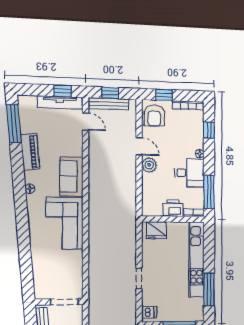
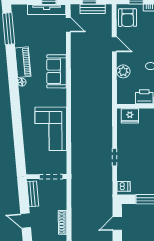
bench: (109, 104) -> (93, 9), width x0.73
piano: (30, 152) -> (23, 62), moved
plant: (149, 165) -> (123, 71), moved
corner sofa: (64, 223) -> (51, 129), moved

